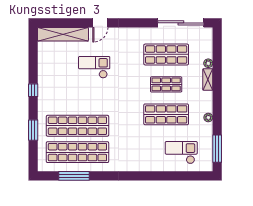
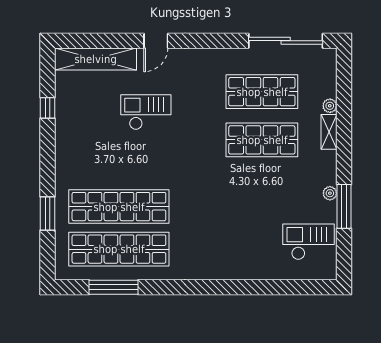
shop shelf: (166, 84) -> (262, 140), width x1.43, depth x1.36
window: (33, 90) -> (48, 108), moved
shop shelf: (166, 114) -> (262, 188), removed
window: (217, 149) -> (344, 206), moved
checkout: (181, 153) -> (308, 242), moved

